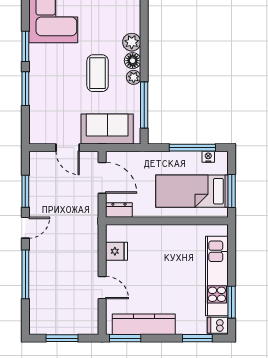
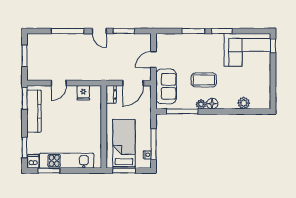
plant: (132, 42) -> (244, 103), moved

